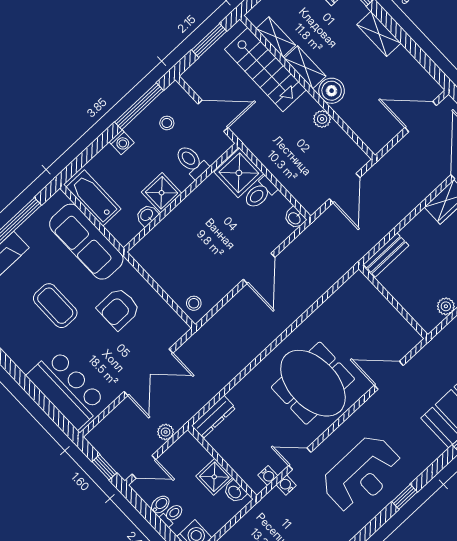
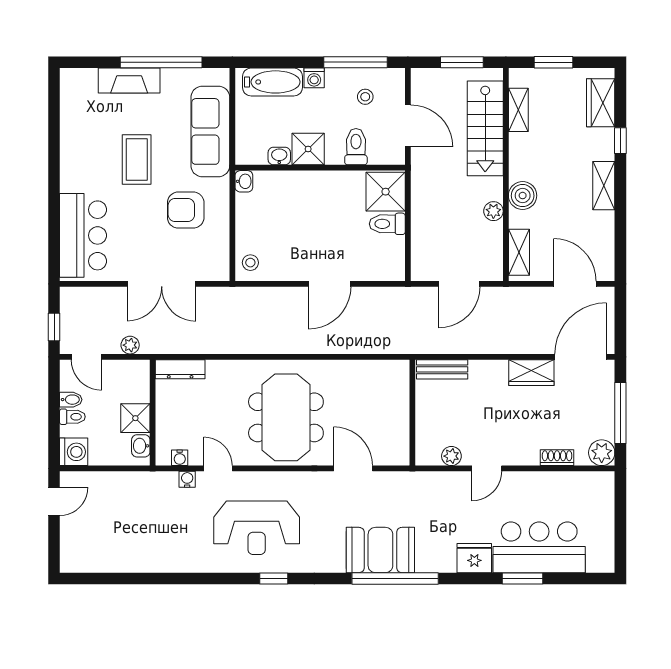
shelving: (305, 67) -> (519, 252), moved
bathtub: (93, 198) -> (273, 82), moved, turned 90
washbasin: (295, 218) -> (244, 181), moved, turned 180

